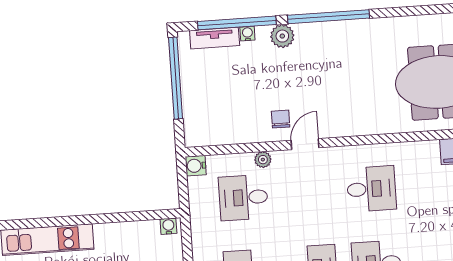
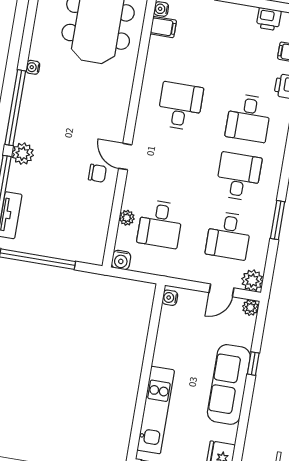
water cooler: (247, 34) -> (33, 67), moved
chair: (281, 119) -> (97, 173), turned 180
plant: (263, 160) -> (127, 218), moved

